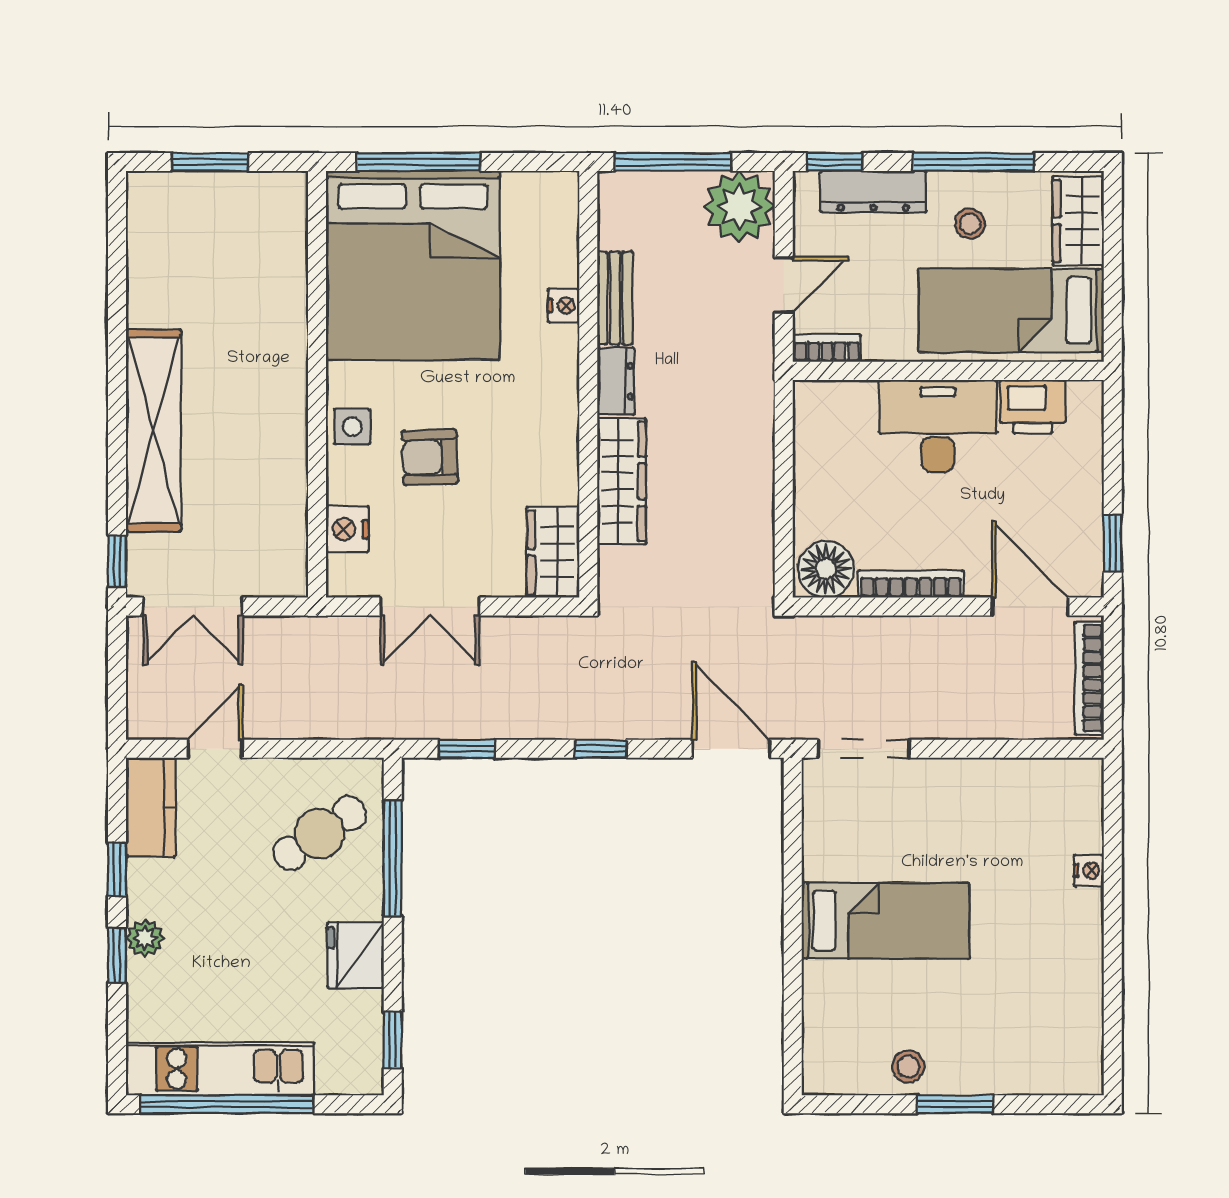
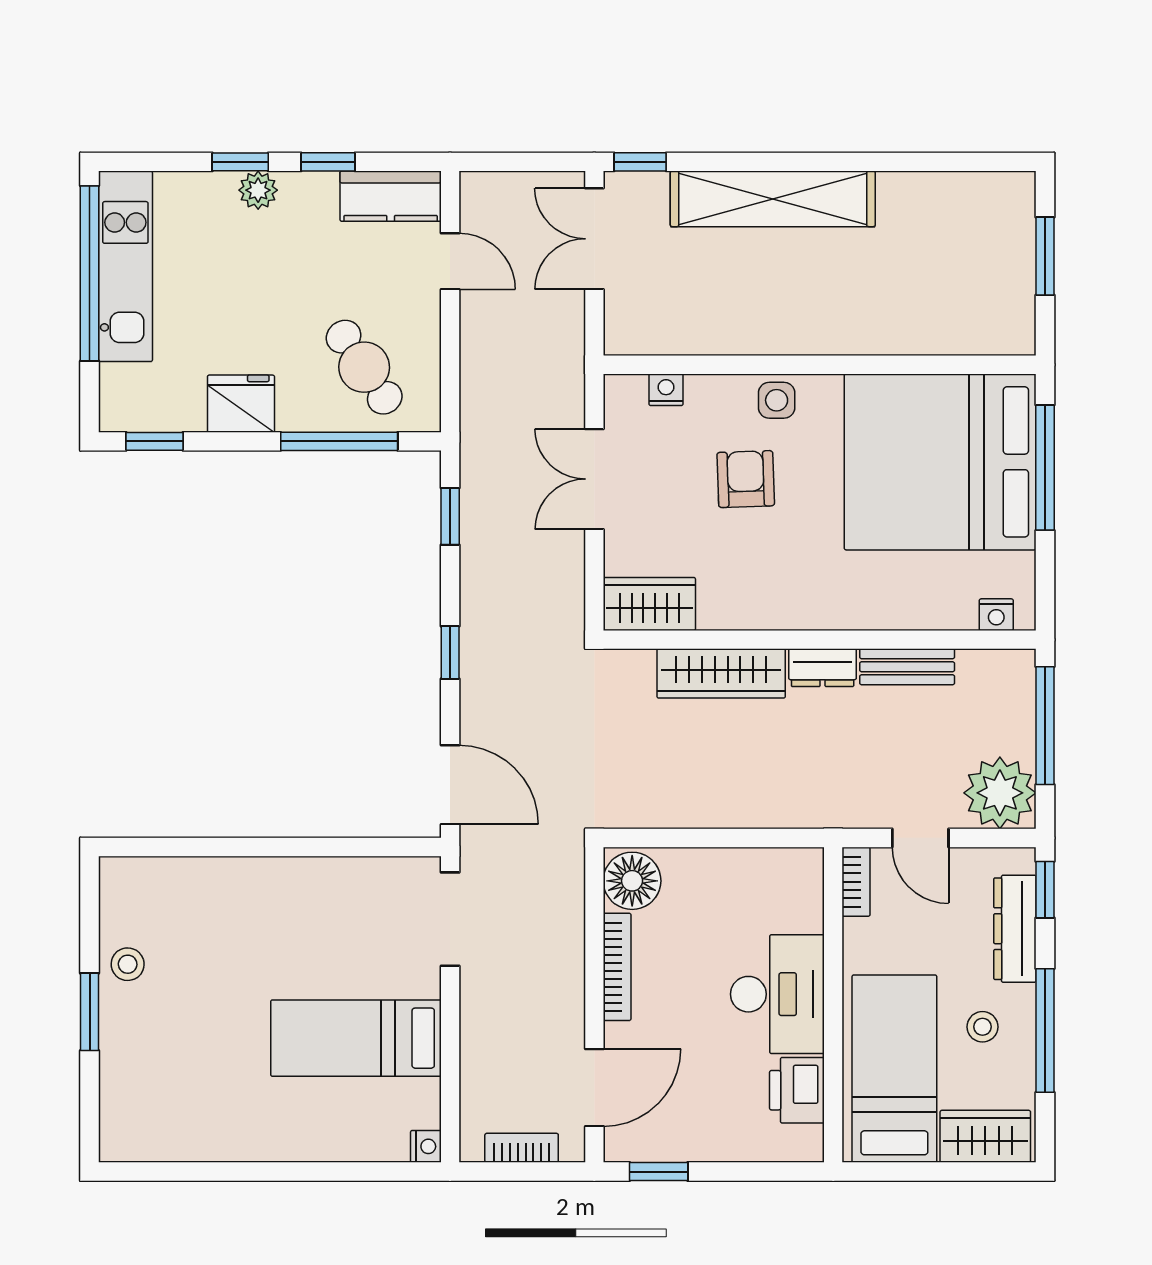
nightstand: (564, 306) -> (996, 615), moved
nightstand: (347, 529) -> (666, 390), width x0.72, depth x0.74
bookcase: (1089, 678) -> (522, 1148), width x0.64
door: (731, 749) -> (450, 785), hinge flipped
nightstand: (1089, 871) -> (426, 1146), moved, turned -90
bed: (886, 920) -> (356, 1038), moved, turned 90

